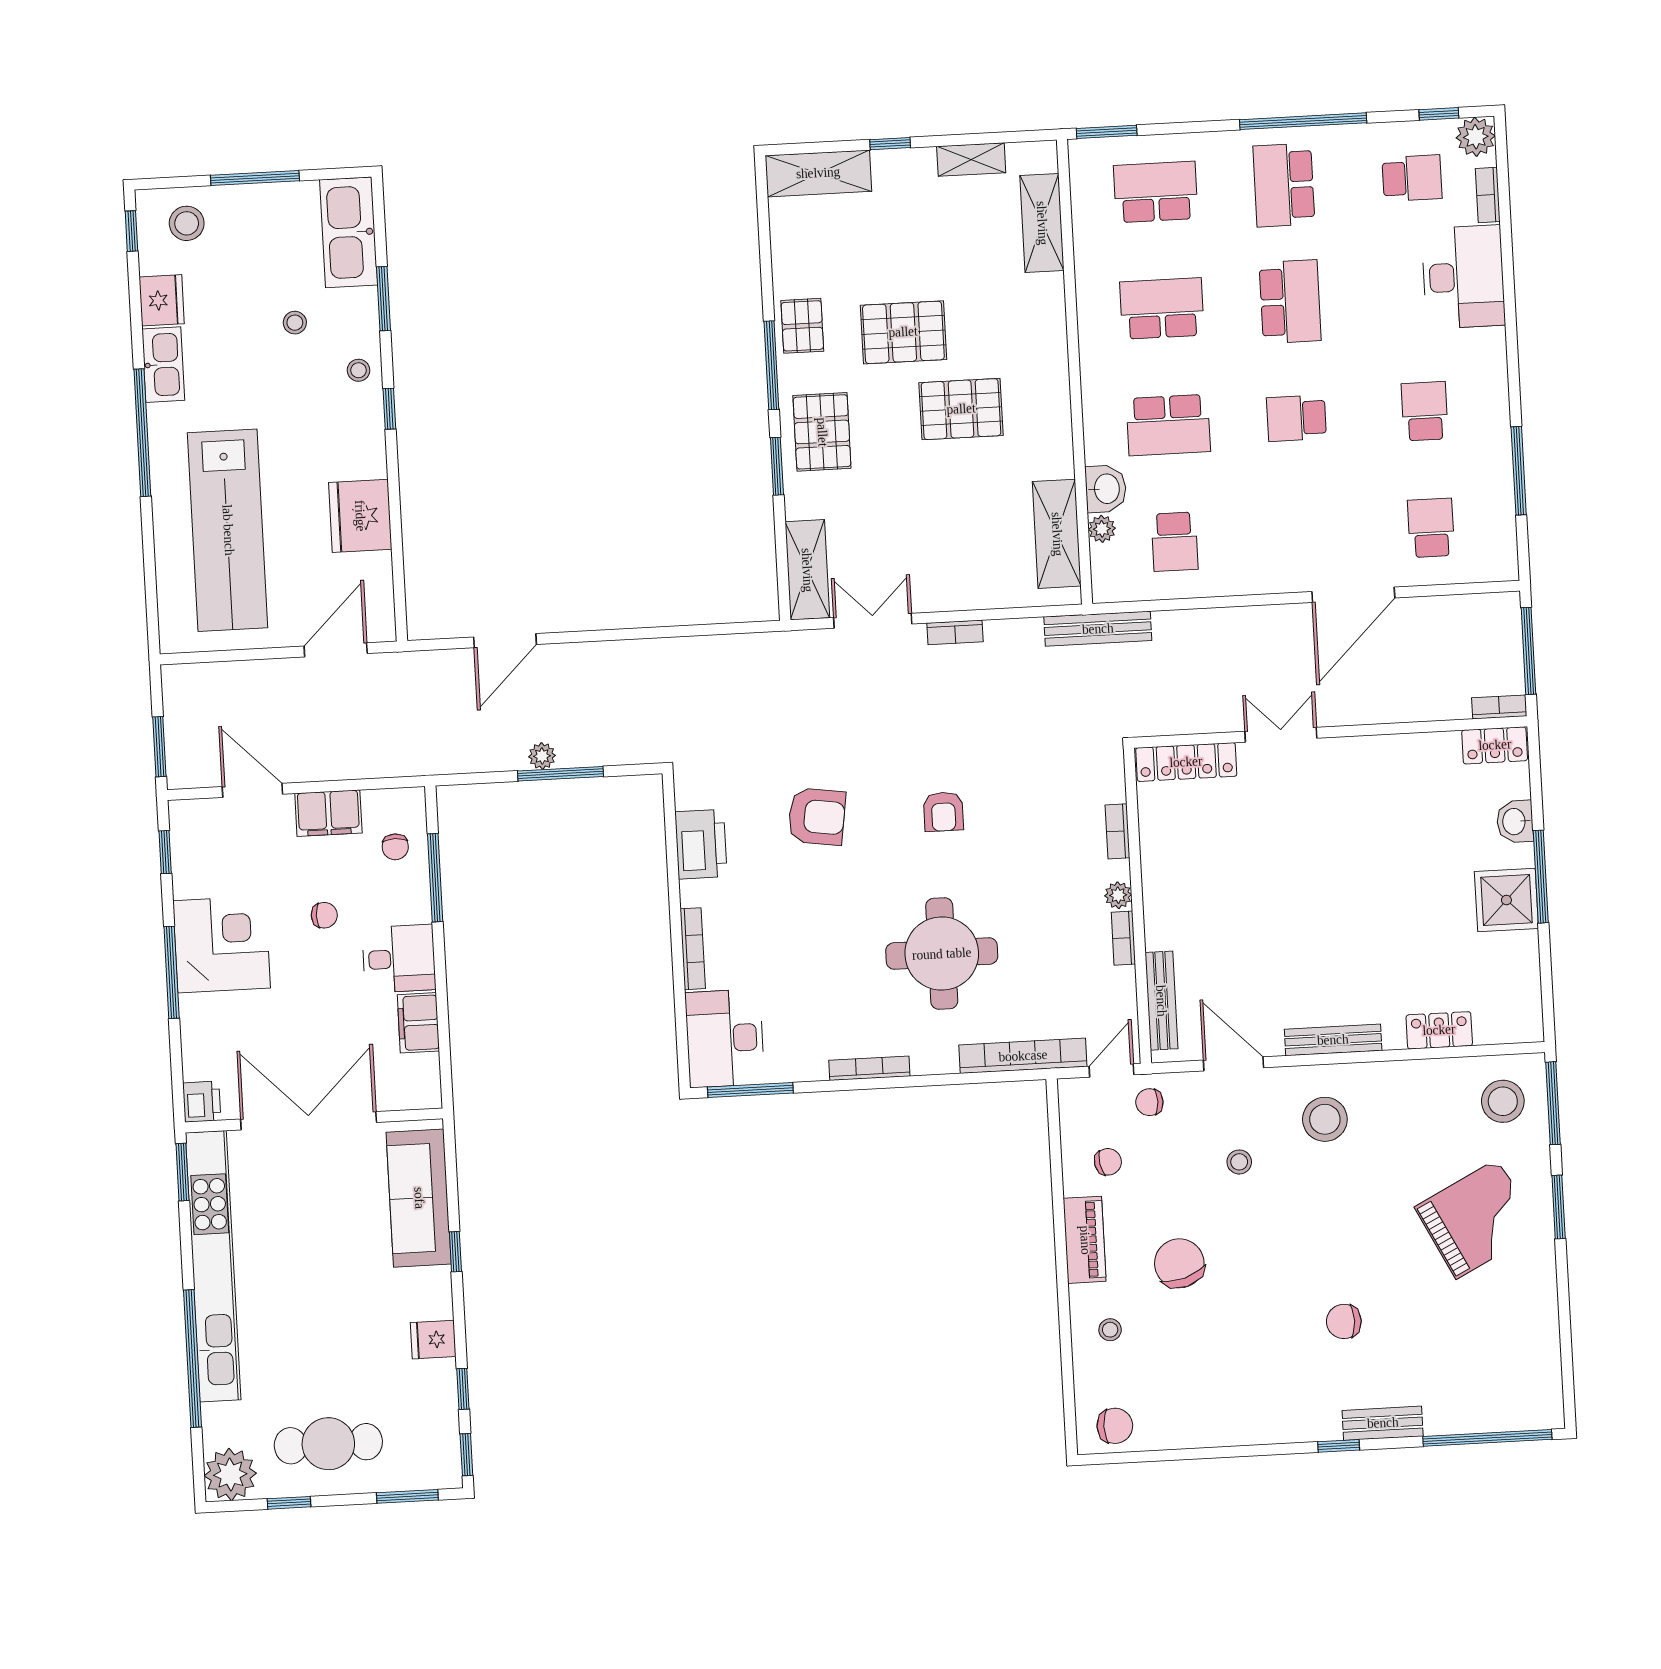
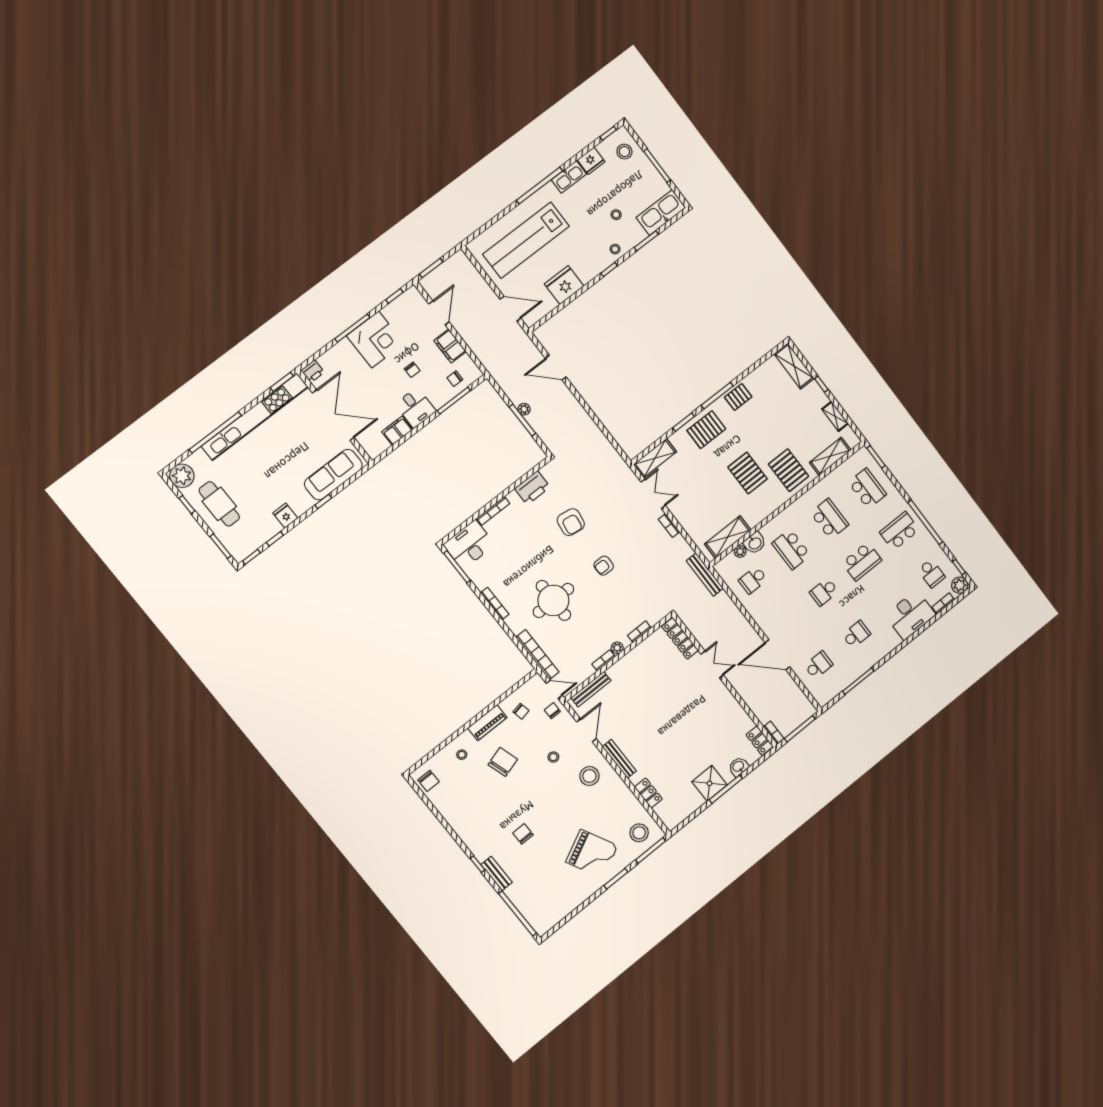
pallet: (903, 332) -> (789, 470), moved
school desk: (1296, 418) -> (824, 592), turned -90

